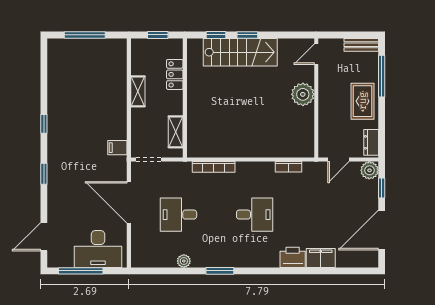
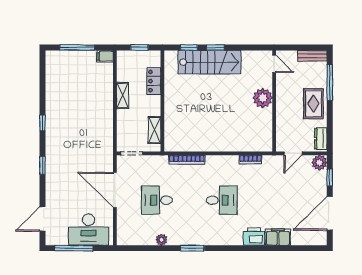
door: (316, 54) -> (274, 64), swing flipped
filing cabinet: (117, 148) -> (105, 56), moved

